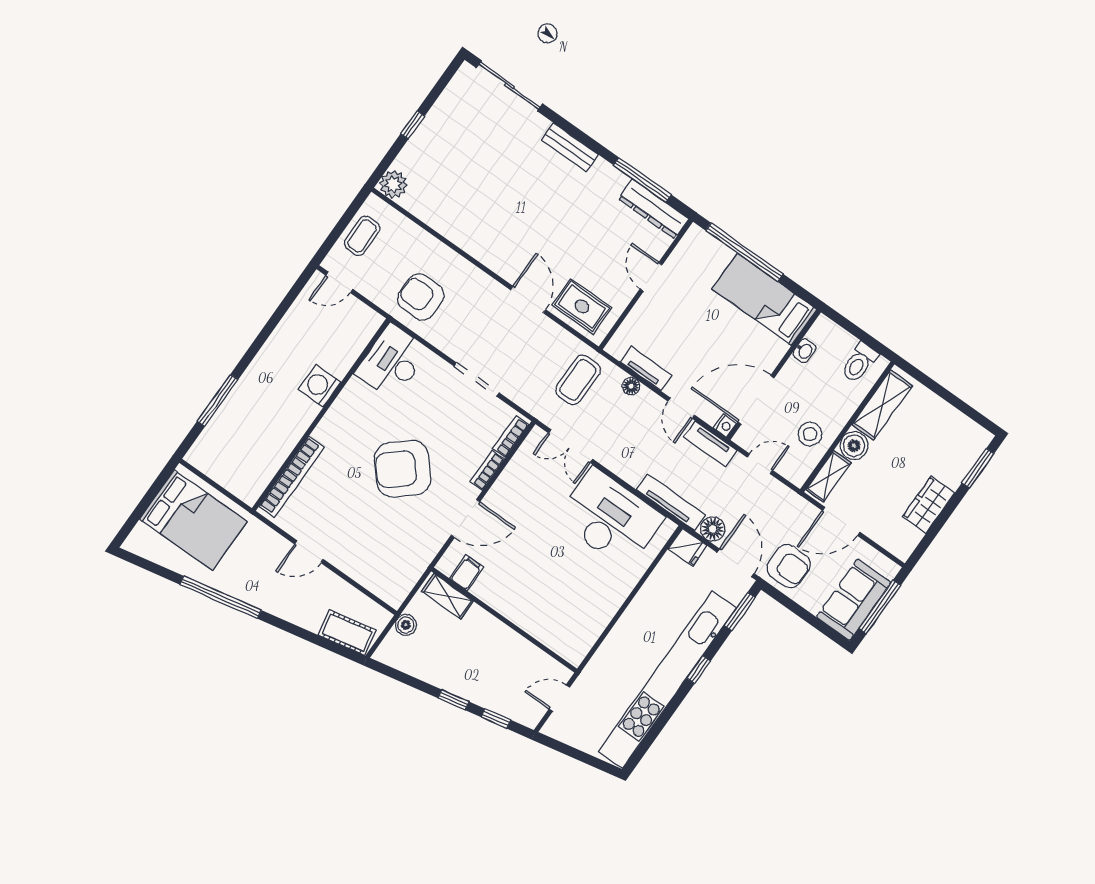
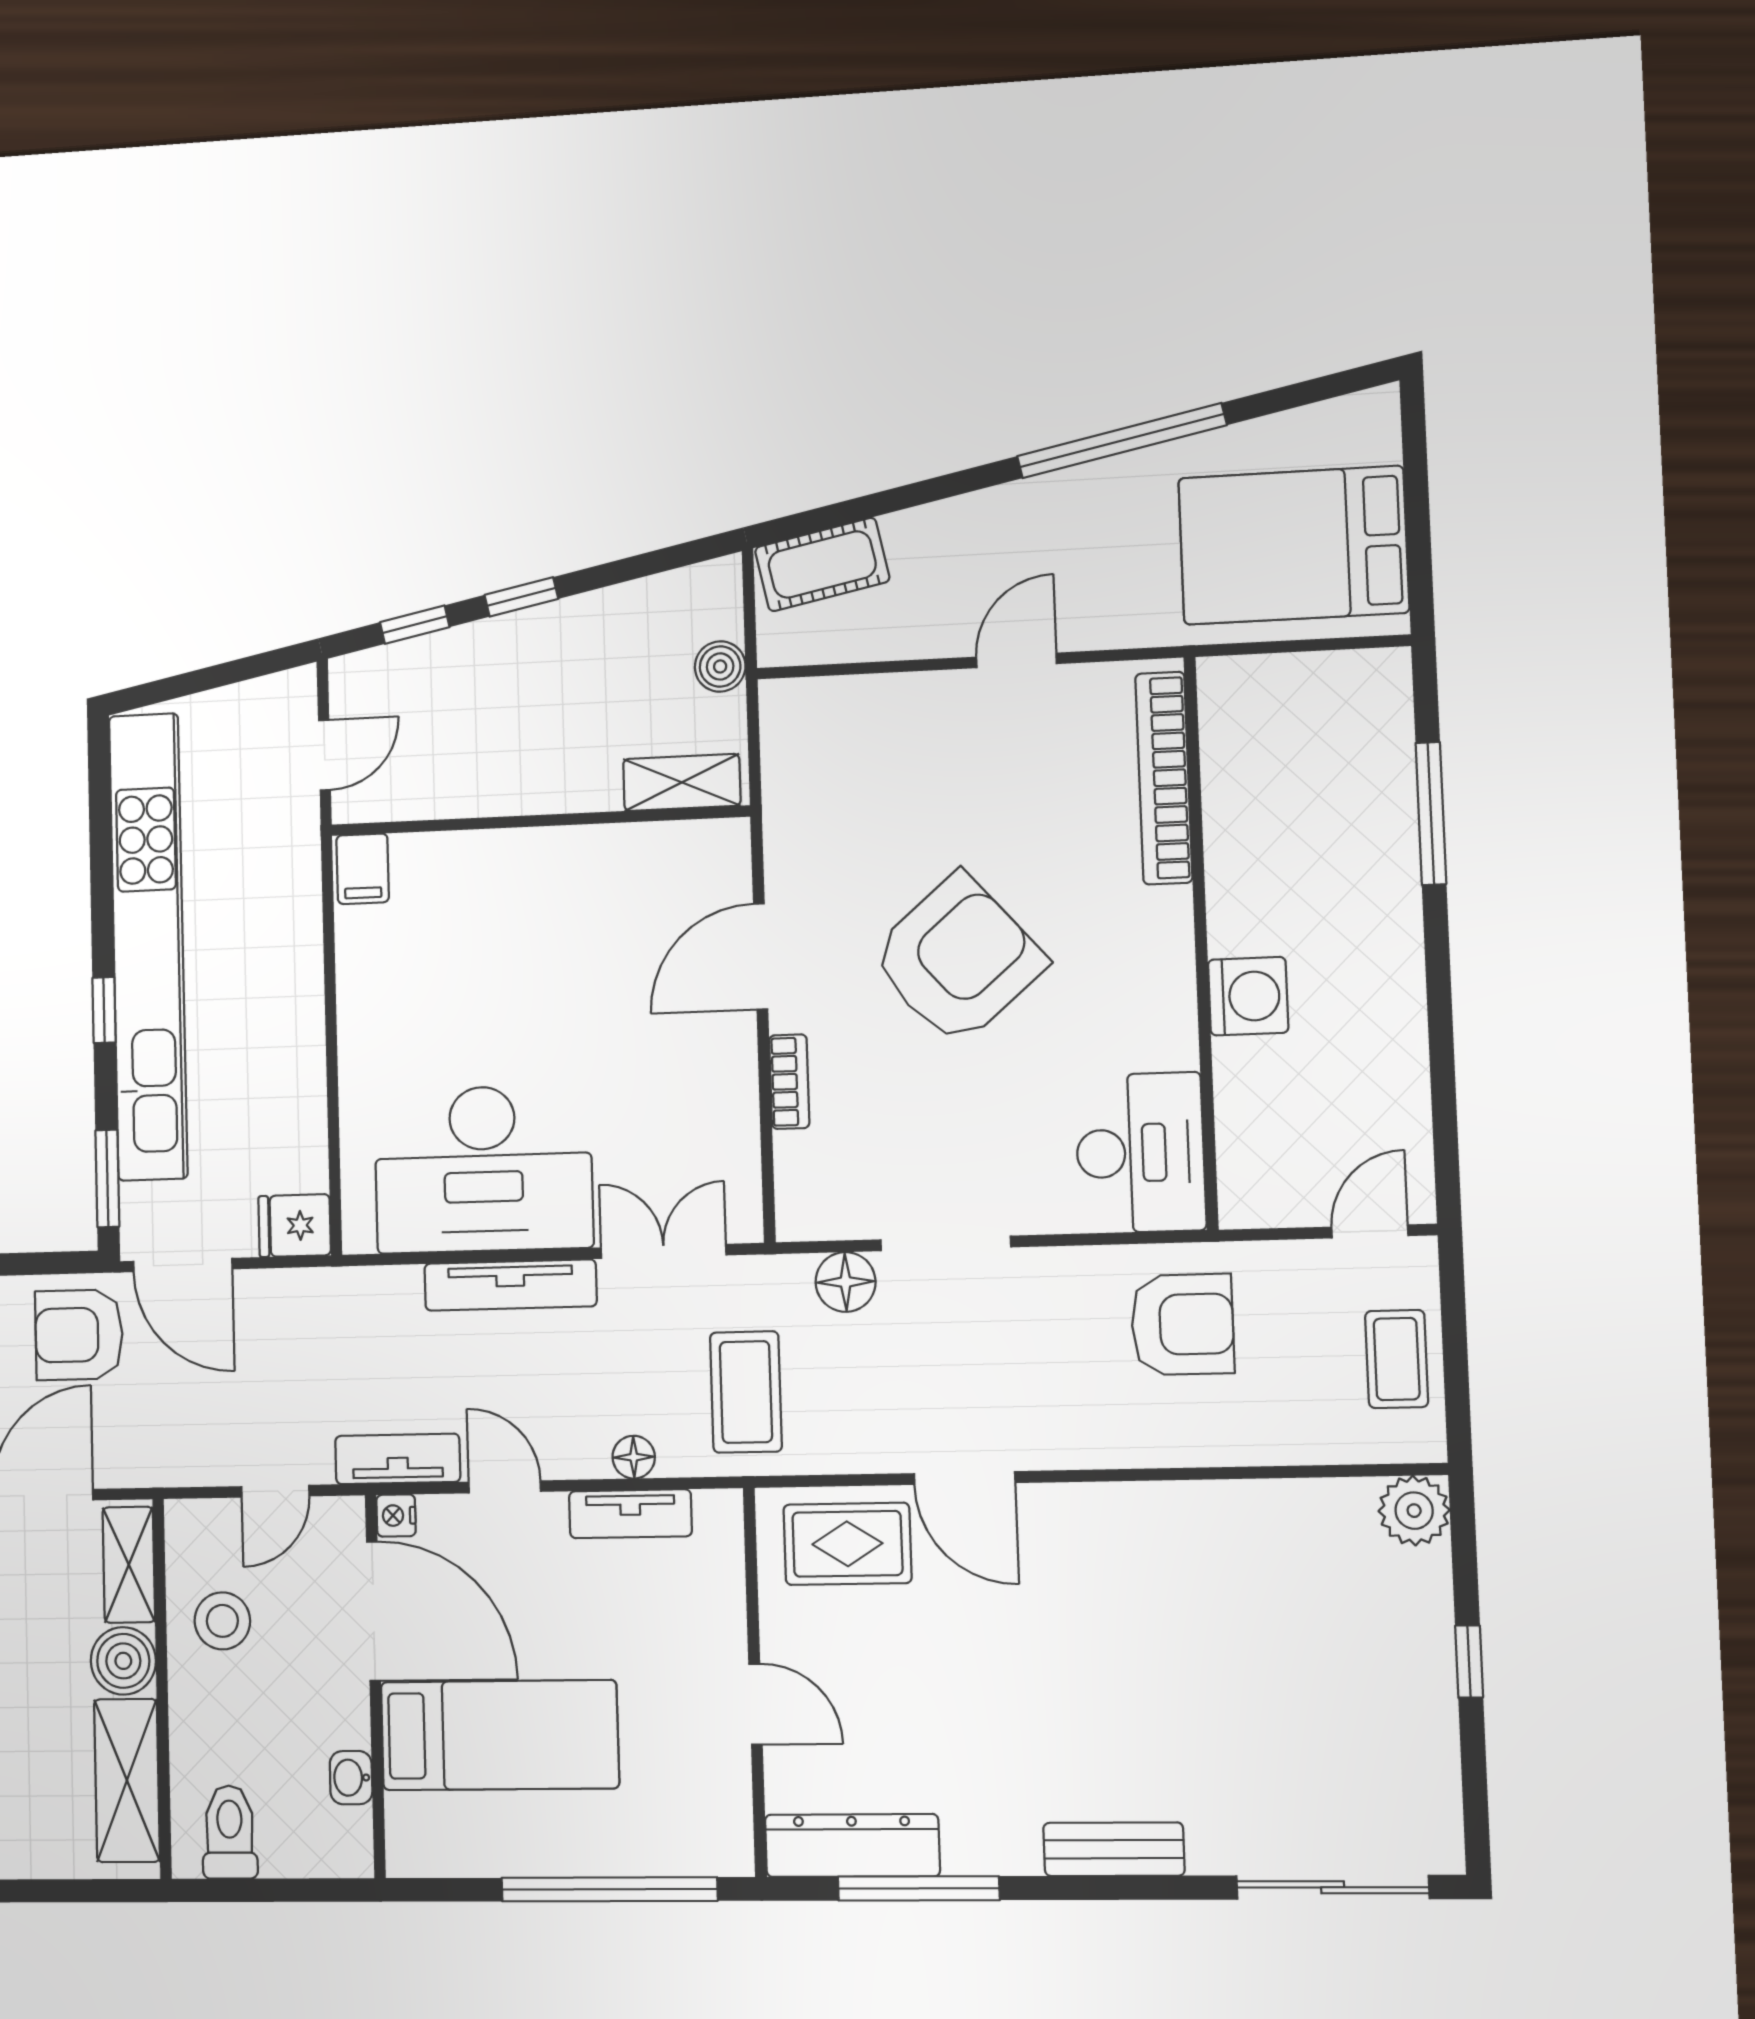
bed: (764, 299) -> (500, 1735), moved
door: (756, 400) -> (374, 1611), hinge flipped
bookcase: (511, 437) -> (793, 1182), removed
tv unit: (671, 502) -> (510, 1285), moved
floor lamp: (713, 529) -> (846, 1282), moved
filing cabinet: (467, 573) -> (363, 869), moved

